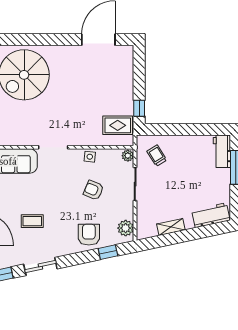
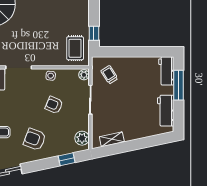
rug: (118, 125) -> (75, 48), turned 90
workbench: (211, 215) -> (166, 111), moved, turned -78
shelving: (171, 227) -> (112, 139), moved
armchair: (89, 235) -> (35, 139), moved, turned -69

